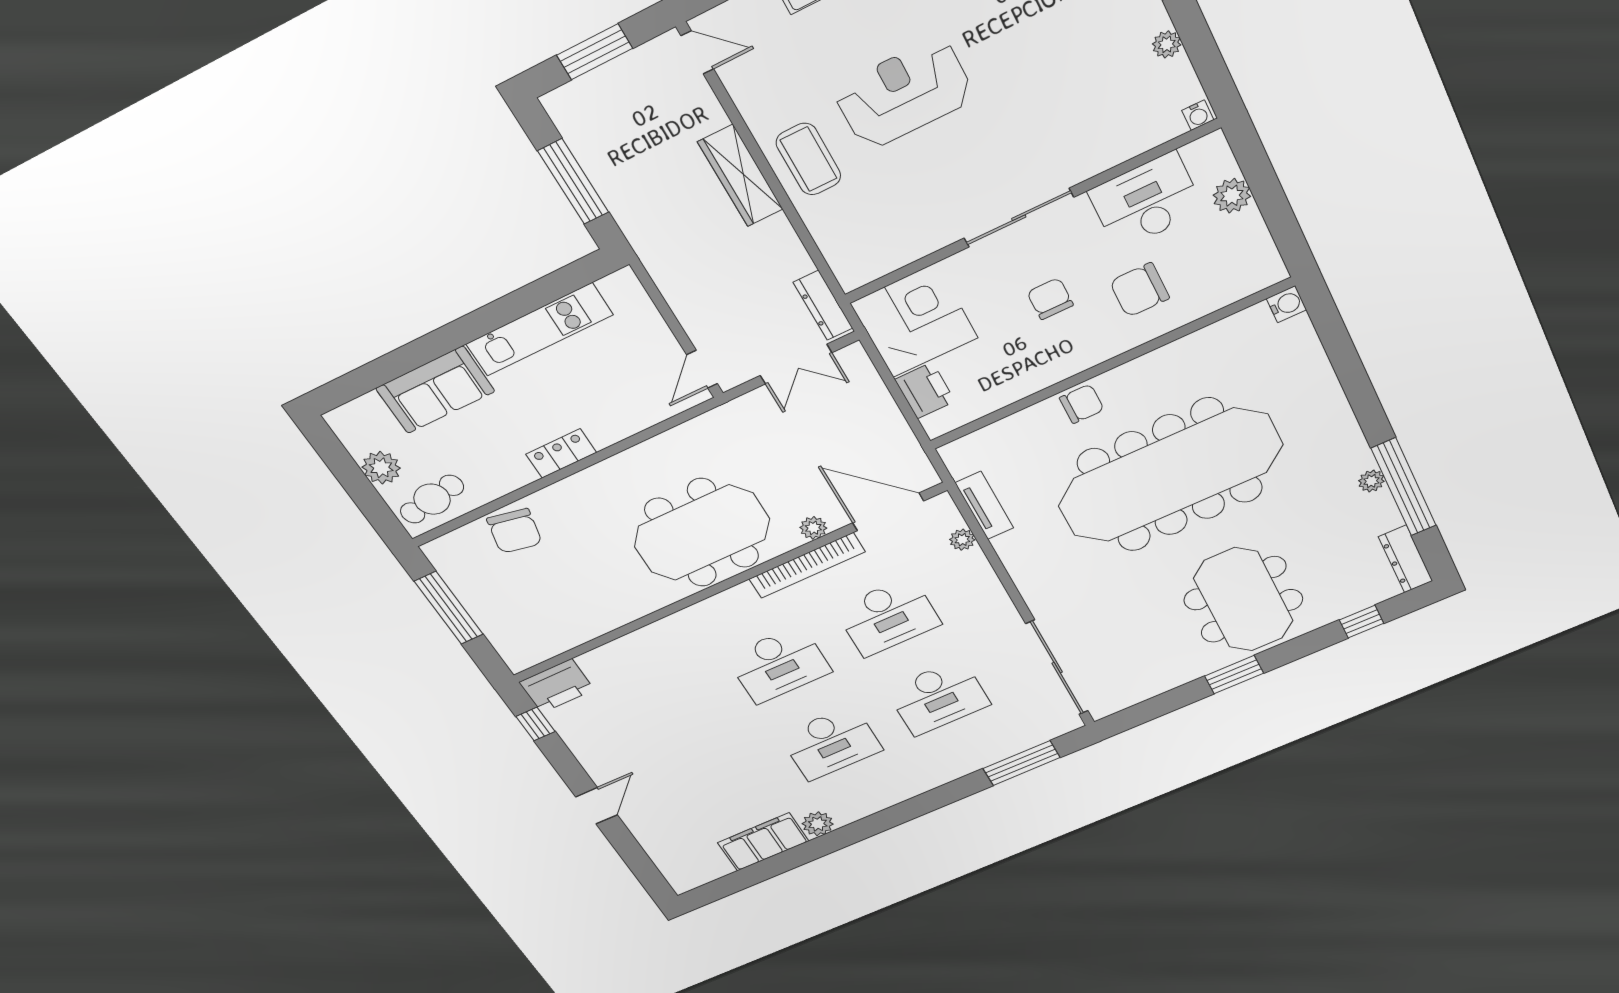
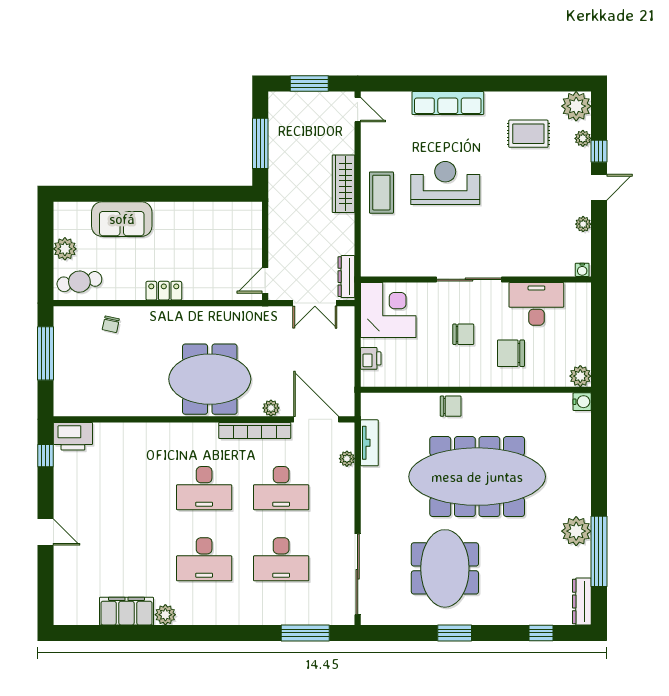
plant: (1232, 196) -> (580, 376), moved
chair: (1050, 299) -> (463, 334), turned 90
kitchen unit: (539, 329) -> (196, 214), removed
printer: (925, 390) -> (371, 358), width x0.73, depth x0.81
plant: (1371, 481) -> (576, 531), width x1.87, depth x1.87
chair: (514, 531) -> (111, 324), width x0.54, depth x0.54
meeting table: (1243, 600) -> (445, 568), moved
door: (597, 806) -> (46, 532), hinge flipped

